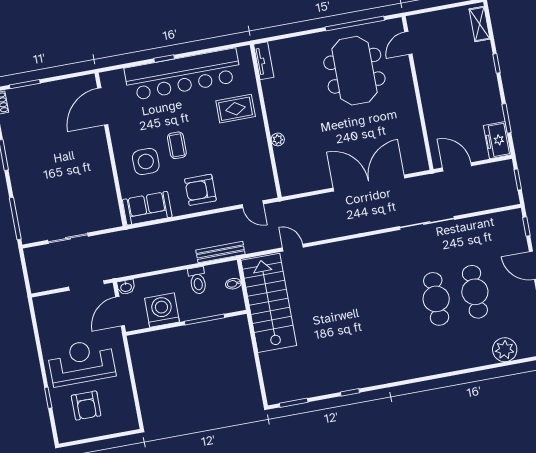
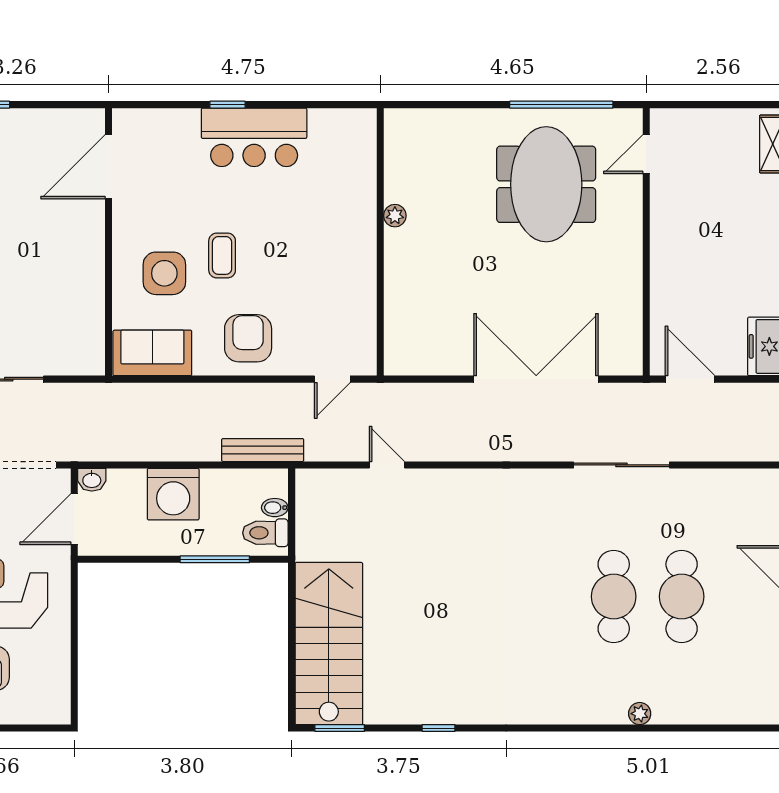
tv unit: (264, 61) -> (396, 139), removed
bar counter: (183, 74) -> (254, 137), width x0.54
rug: (236, 109) -> (333, 212), removed
plant: (278, 139) -> (395, 216), moved
armchair: (200, 190) -> (248, 338), turned 90
door: (253, 204) -> (332, 379), hinge flipped
toilet: (198, 281) -> (265, 533), moved, turned 90
stairs: (269, 303) -> (329, 644), moved
washing machine: (162, 310) -> (173, 494), moved, turned 180
plant: (505, 350) -> (640, 714), moved, width x0.53, depth x0.53

